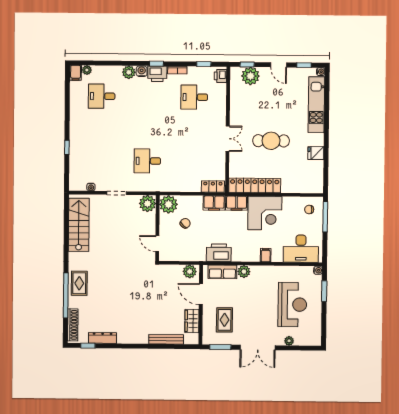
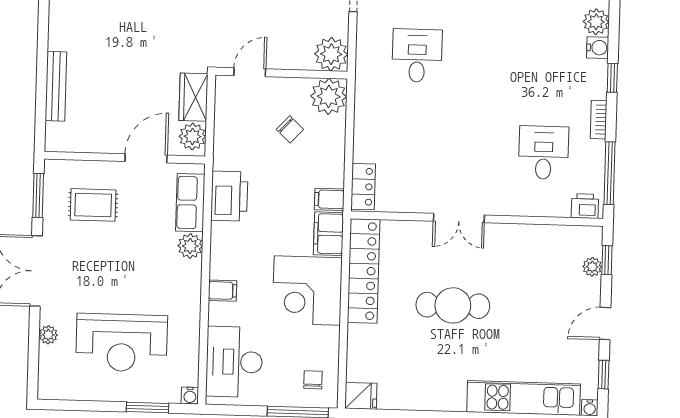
window: (204, 64) -> (610, 173), width x2.17
printer: (157, 74) -> (592, 79), removed
plant: (250, 76) -> (592, 267), width x0.53, depth x0.53
cafe table: (271, 141) -> (453, 305), turned 90
fridge: (316, 153) -> (361, 396), moved, turned 90
filing cabinet: (214, 203) -> (329, 199), width x0.50
wardrobe: (192, 321) -> (193, 97), moved, turned -90

